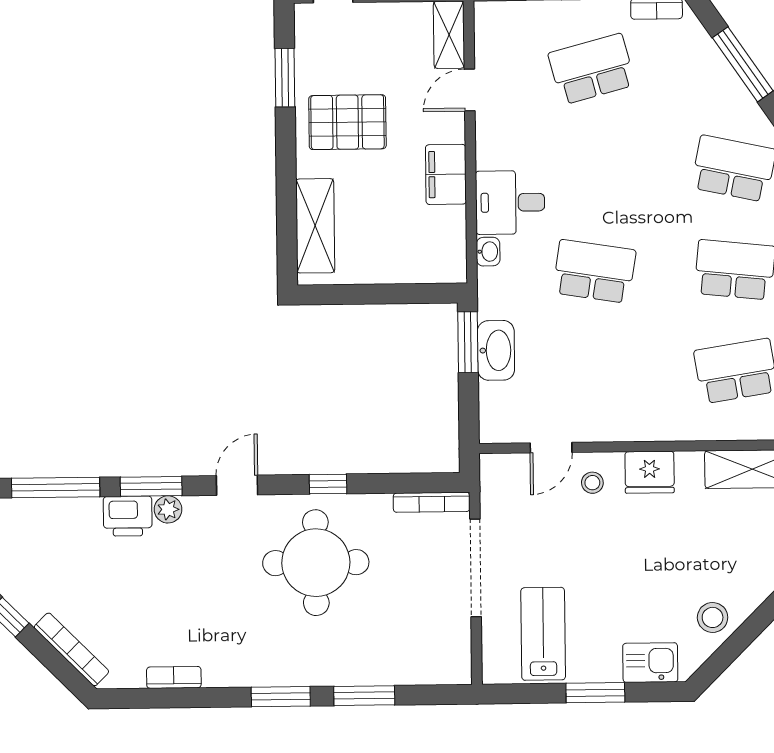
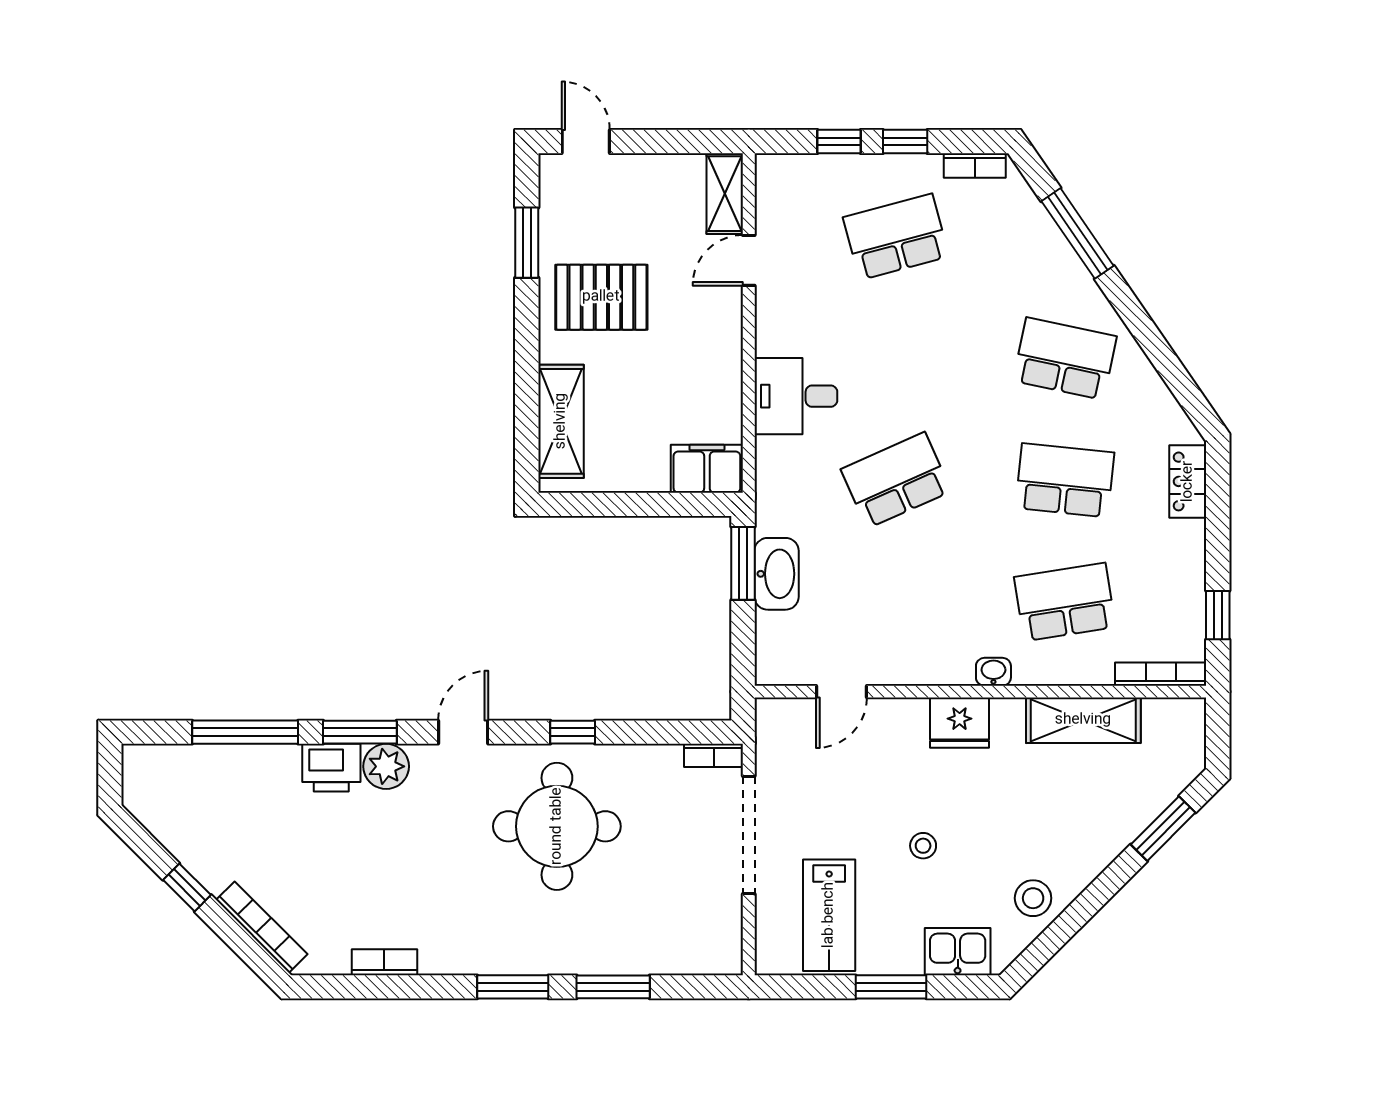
filing cabinet: (446, 174) -> (707, 469), moved, turned 90
washbasin: (488, 252) -> (993, 672), moved, turned -90
school desk: (594, 271) -> (896, 480), turned -33
stool: (592, 483) -> (923, 846), moved
bookcase: (432, 502) -> (714, 755), width x0.64
plant: (168, 509) -> (386, 766), width x1.38, depth x1.38
lab bench: (543, 634) -> (829, 915), turned 180

